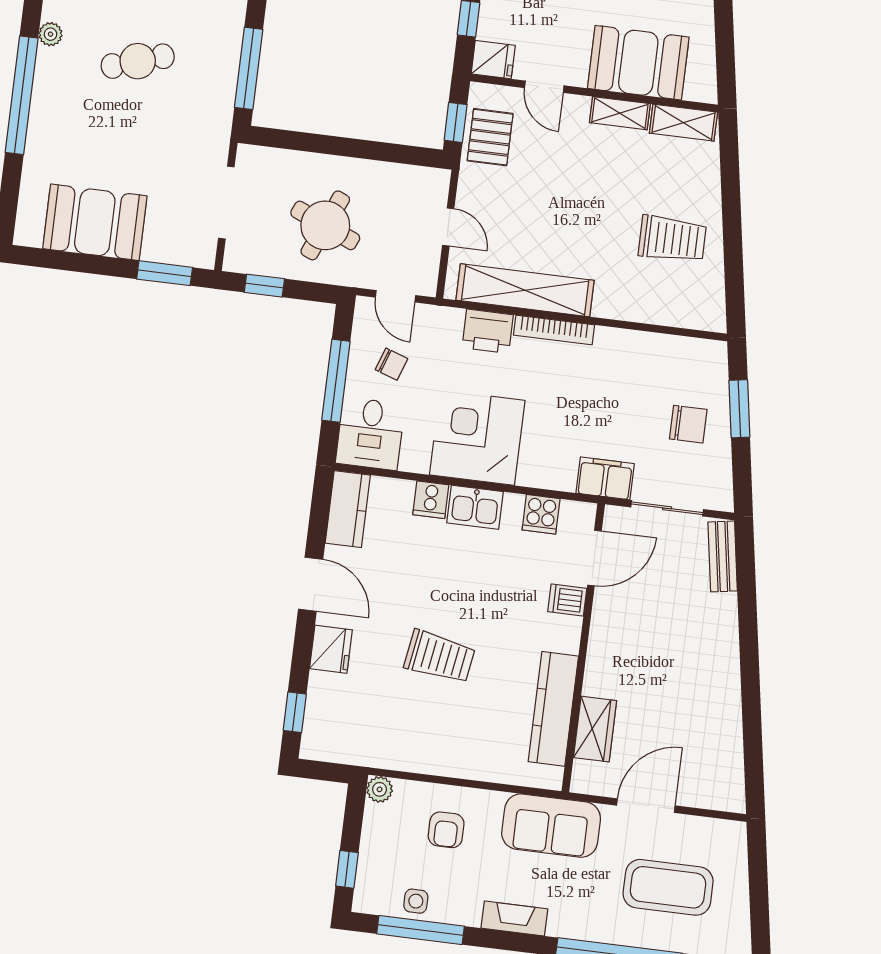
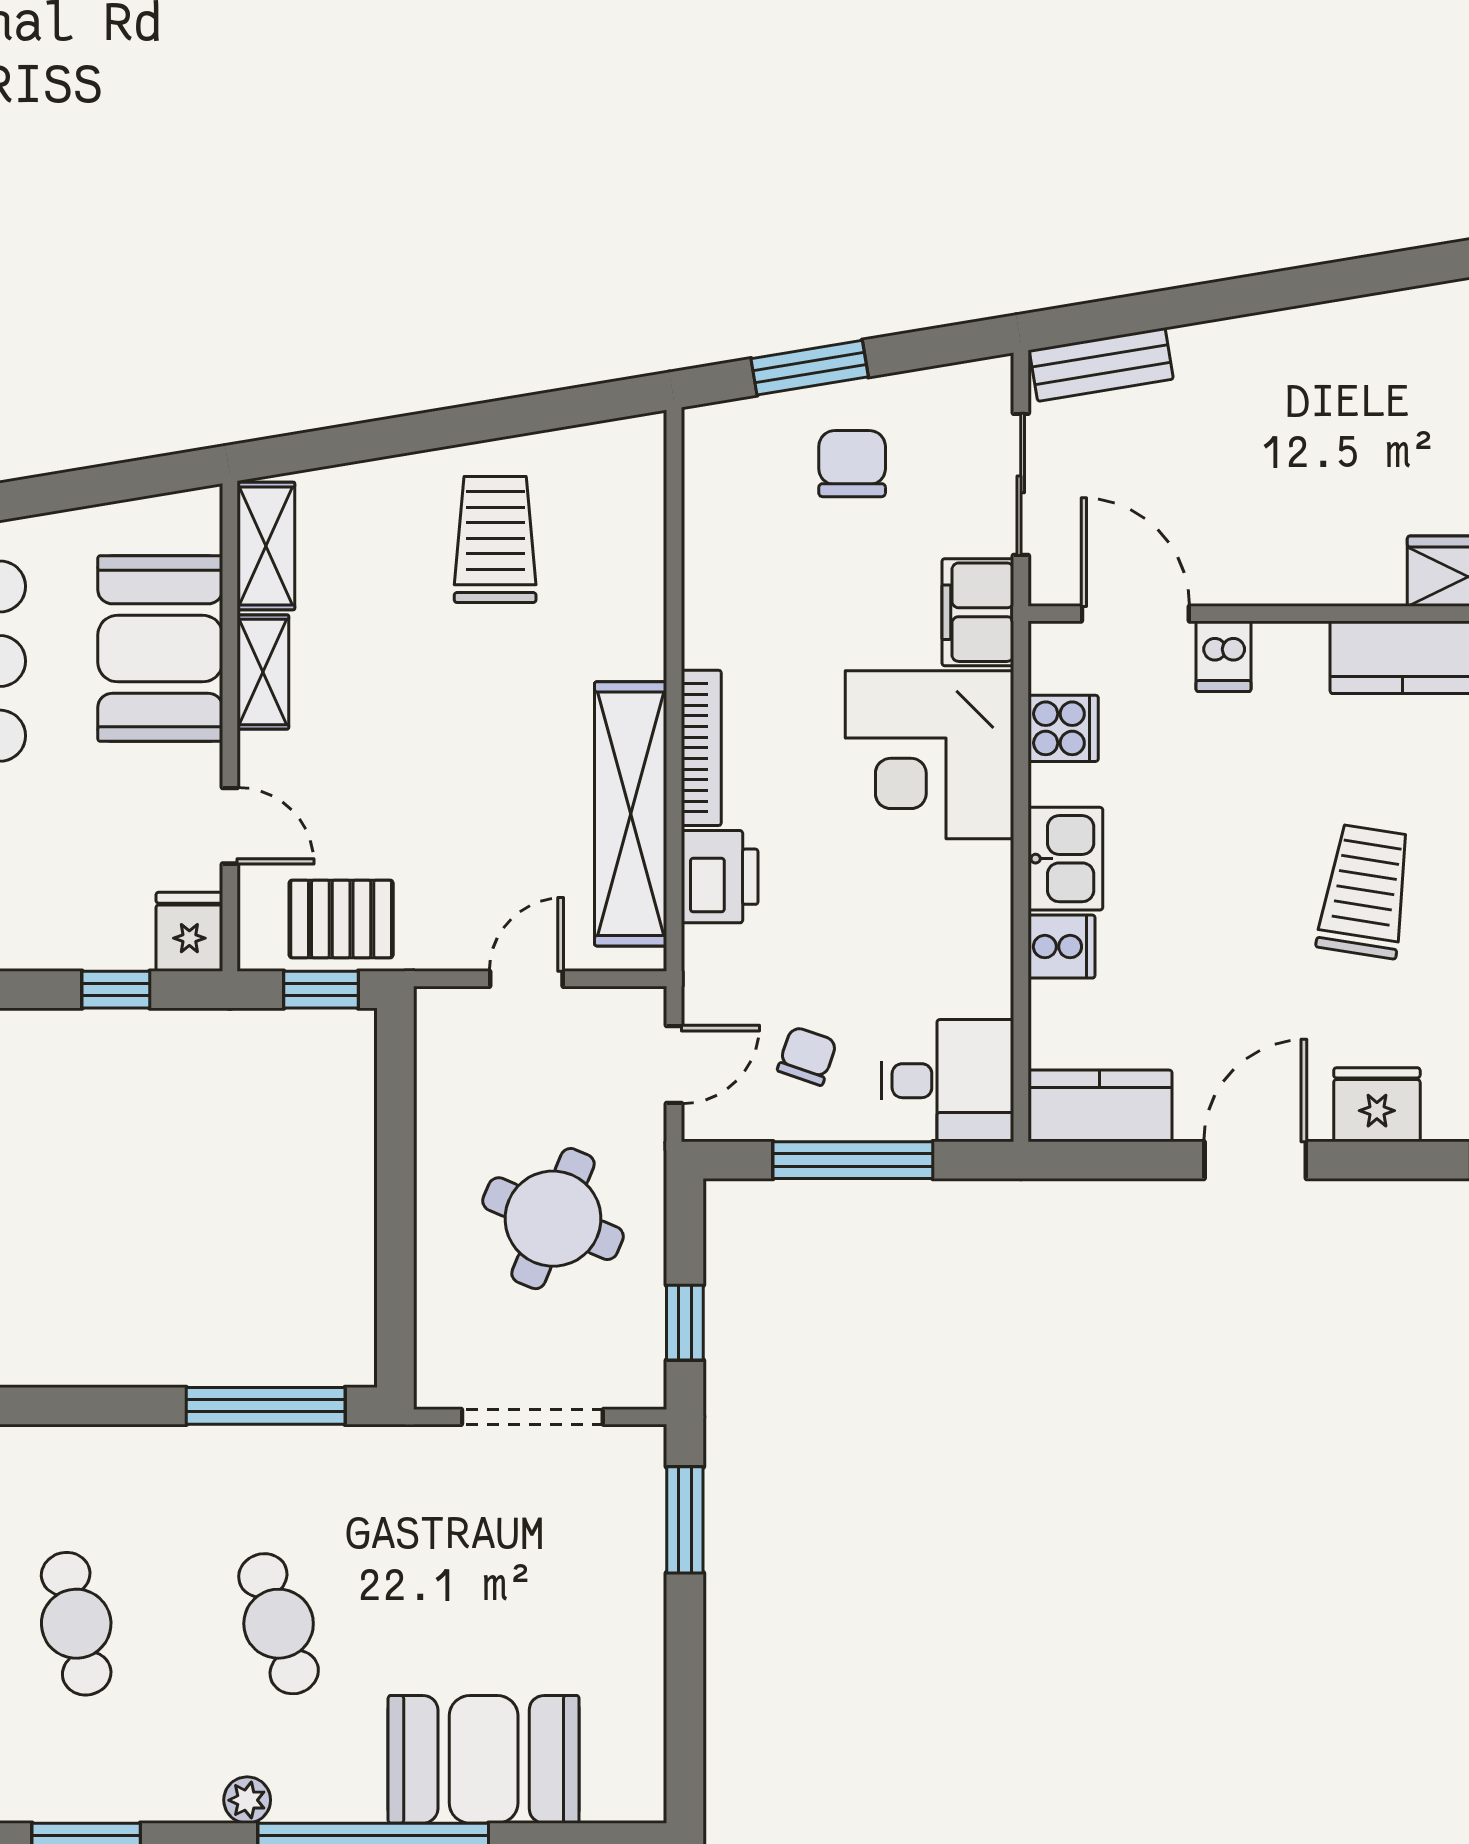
door: (544, 87) -> (230, 826), hinge flipped
booth: (95, 222) -> (484, 1759), moved, turned 90
corner desk: (477, 438) -> (929, 755), moved

